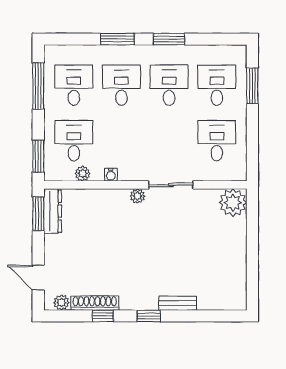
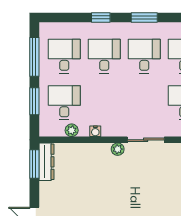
window: (117, 39) -> (101, 17), width x0.67
window: (38, 156) -> (34, 101), moved

